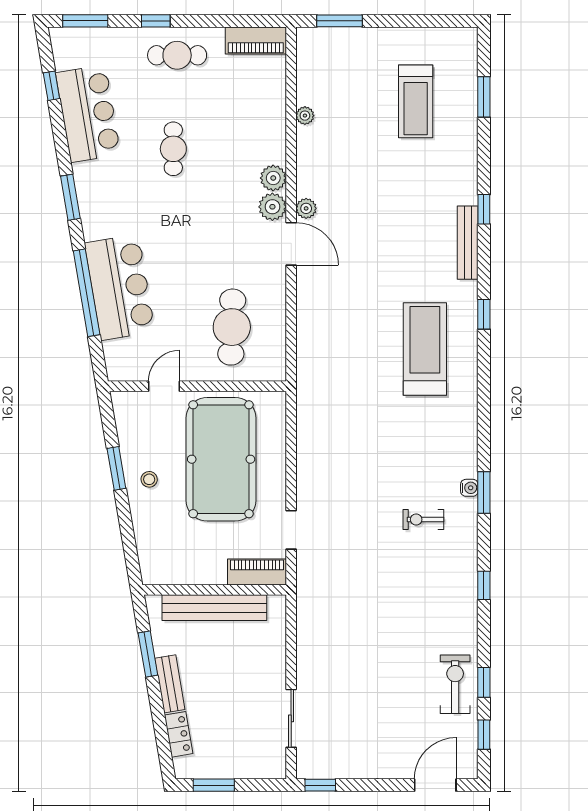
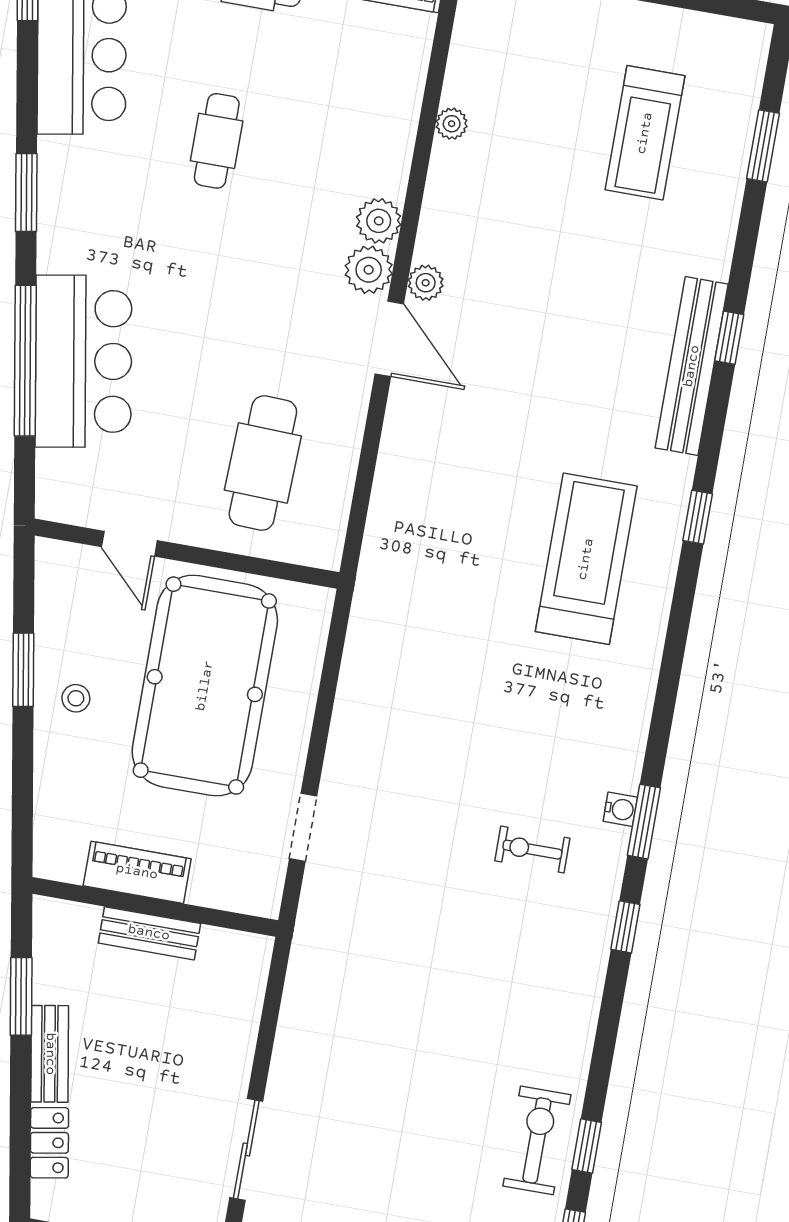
bench: (468, 243) -> (692, 366), width x1.37, depth x1.21
door: (164, 386) -> (129, 544), swing flipped
piano: (257, 572) -> (137, 872), moved
window: (484, 585) -> (625, 927), moved
bench: (214, 608) -> (149, 933), width x0.54, depth x0.82

